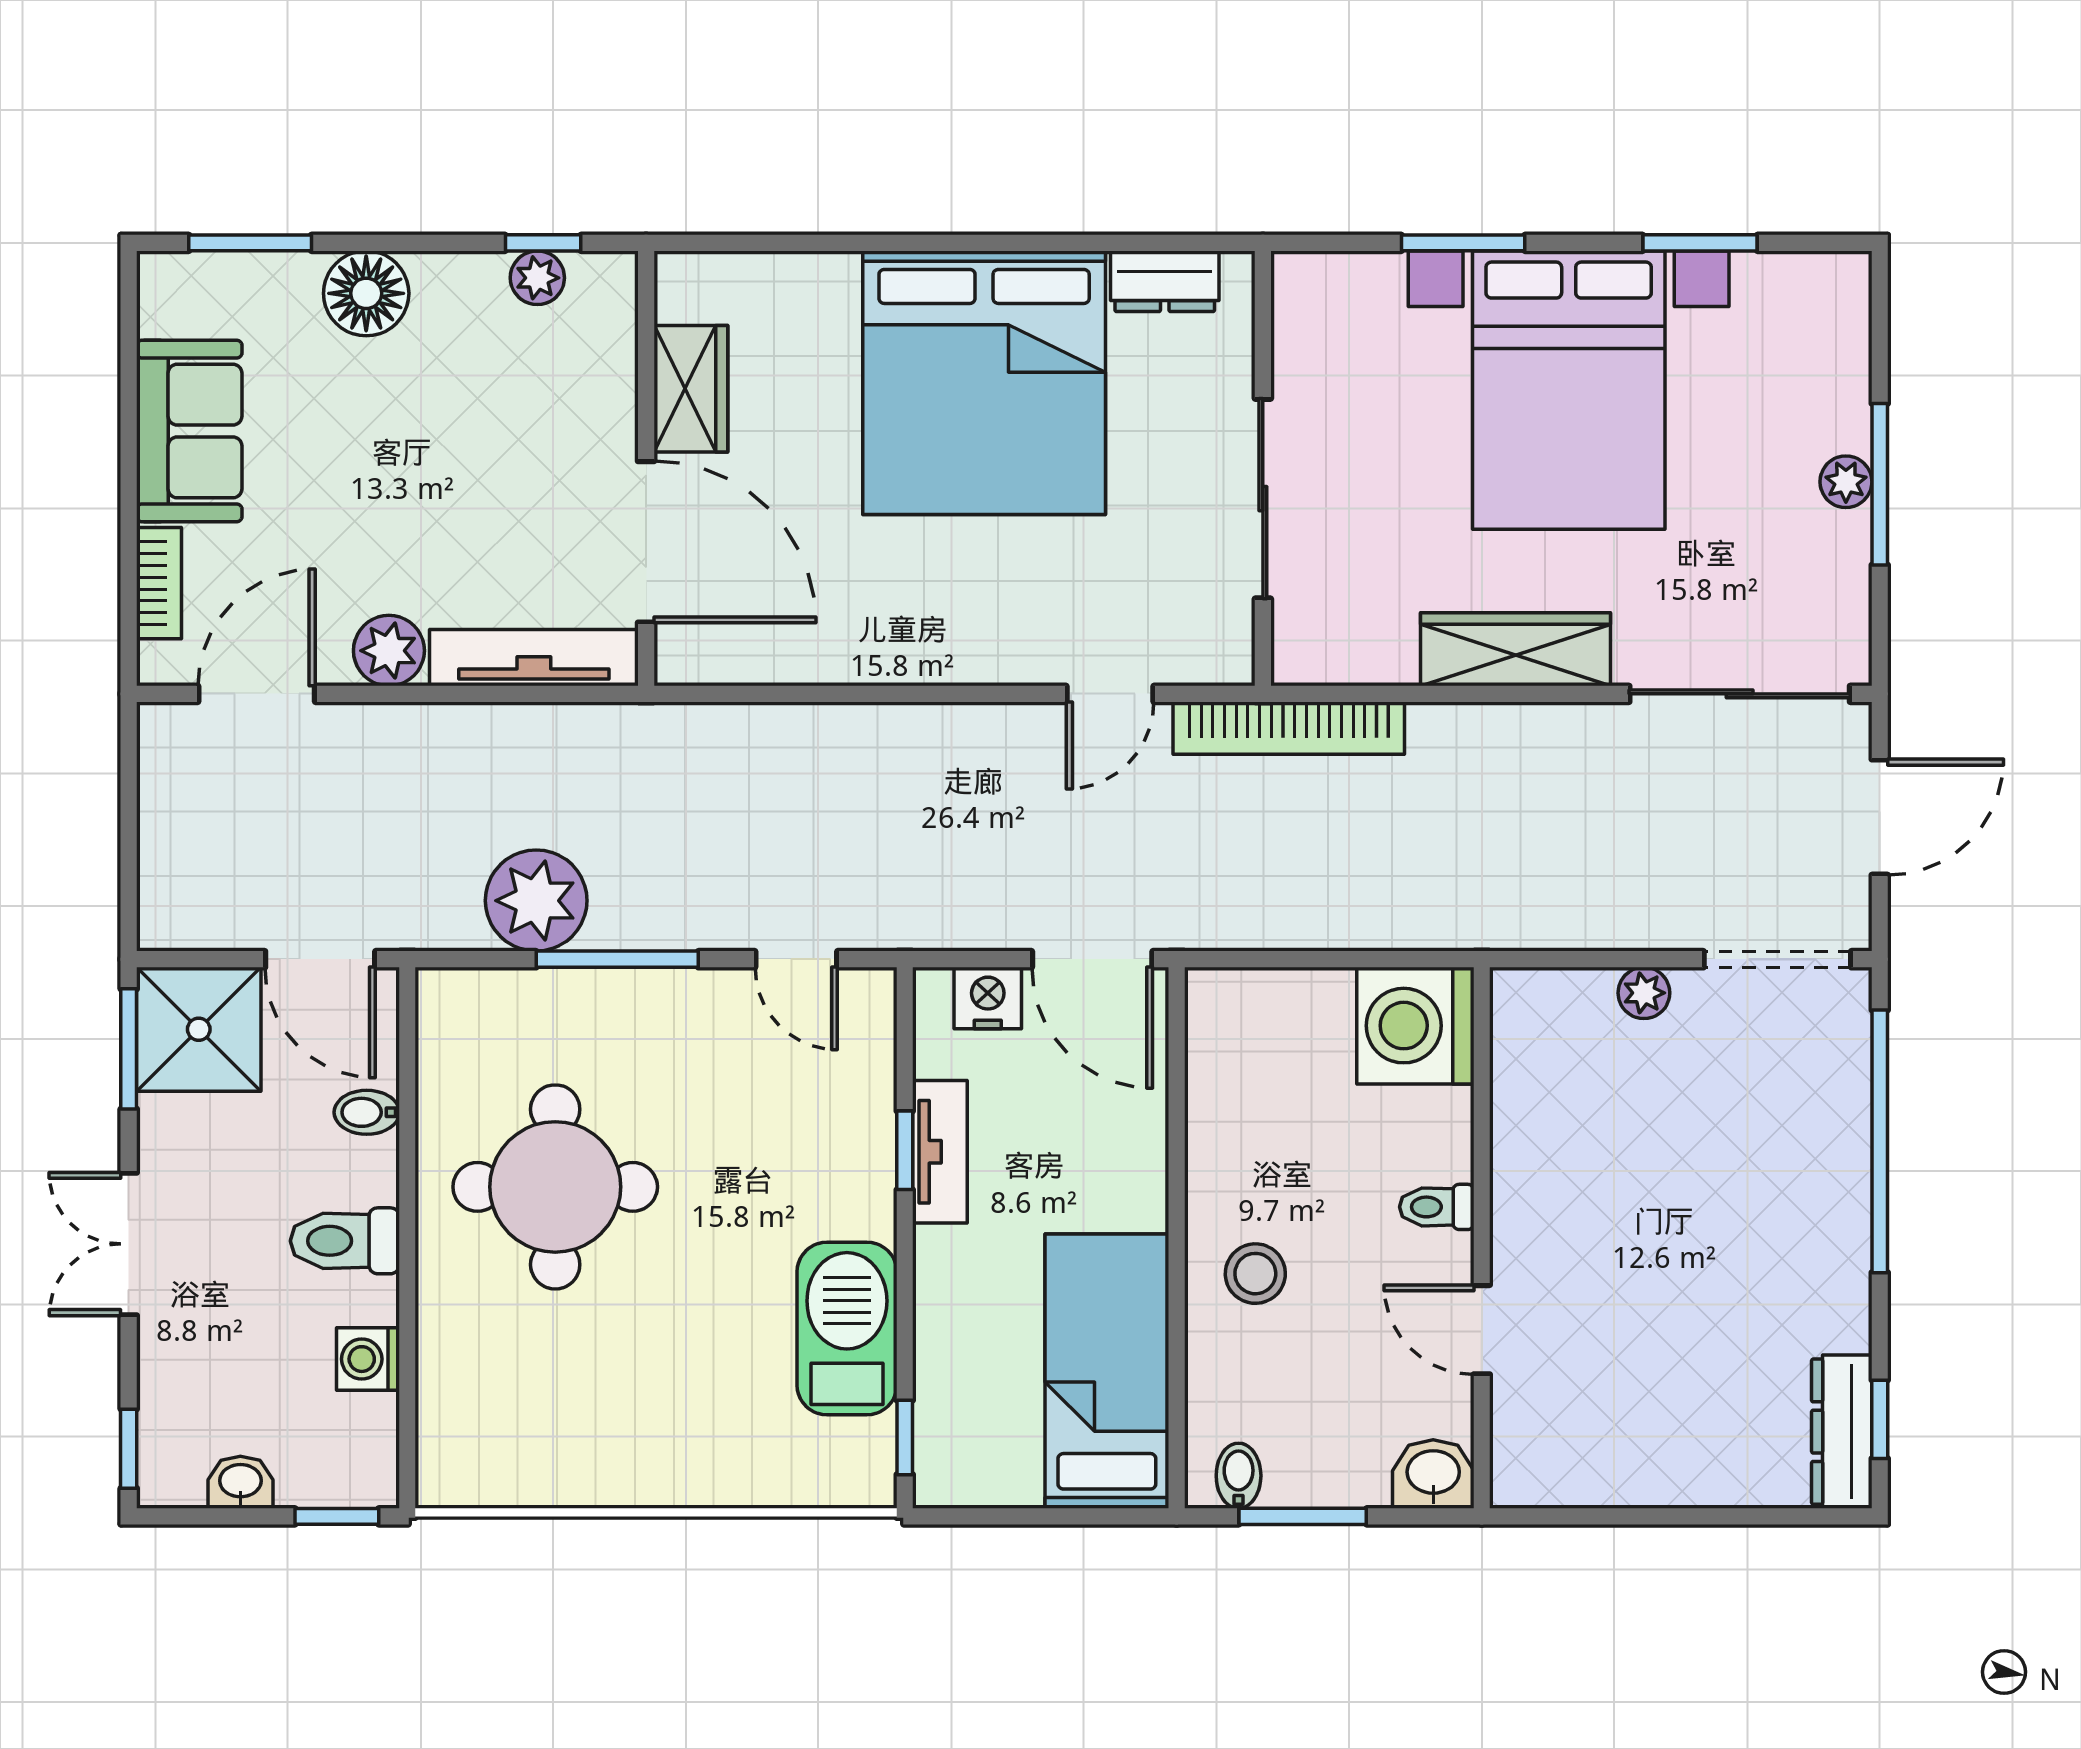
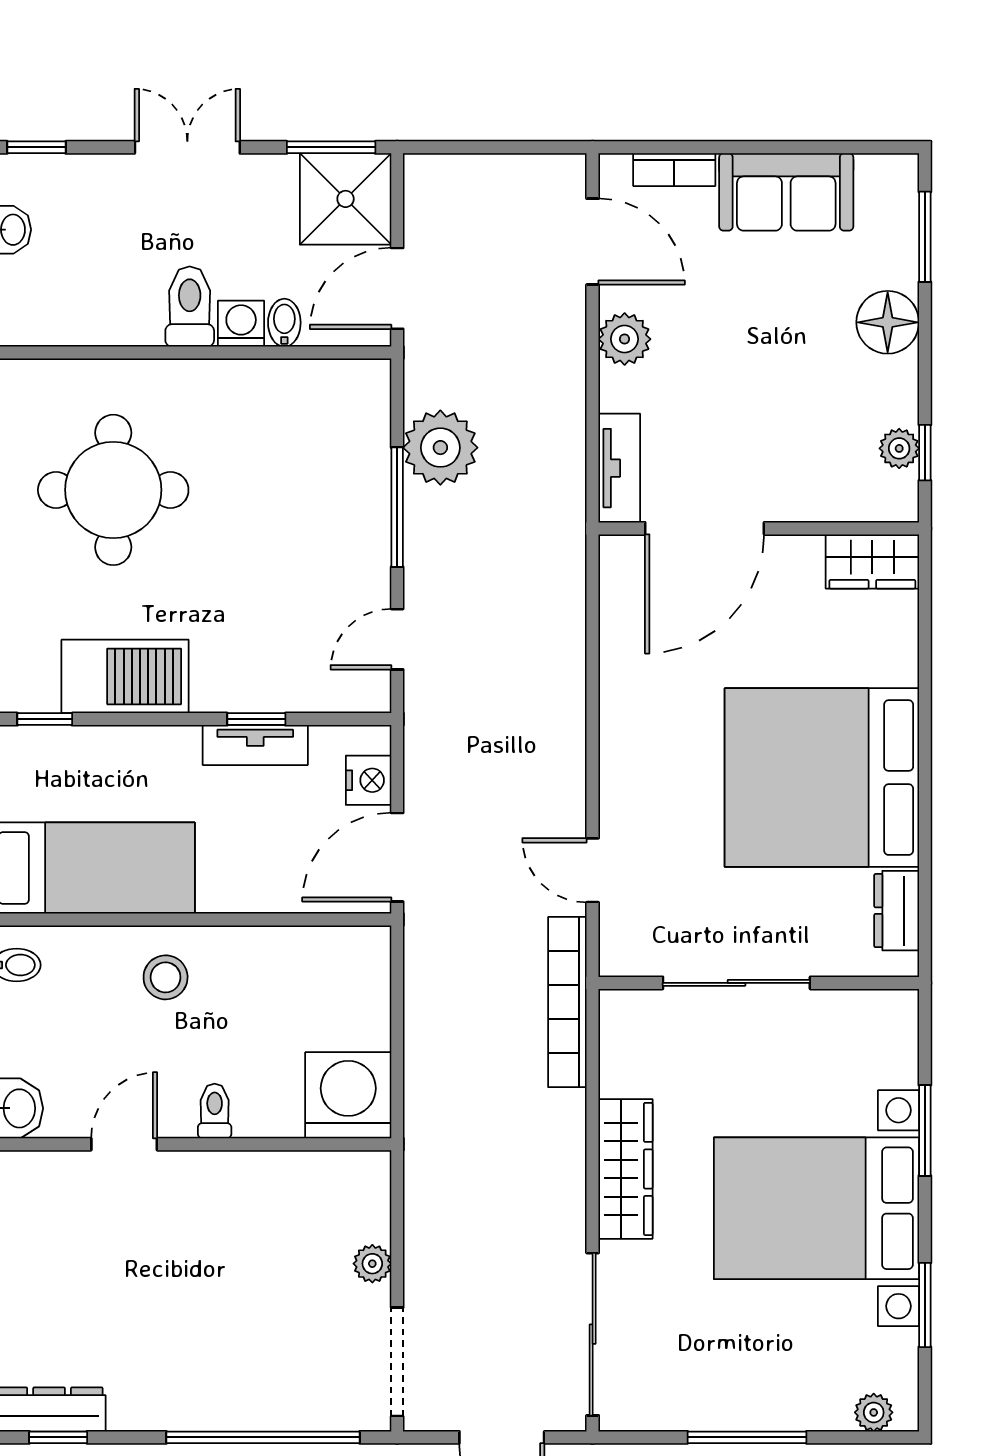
wardrobe: (691, 389) -> (872, 561), moved
plant: (1846, 482) -> (874, 1412), moved
tv unit: (534, 658) -> (619, 468), width x0.71
round table: (555, 1187) -> (113, 490), moved
washing machine: (368, 1359) -> (241, 324), moved

